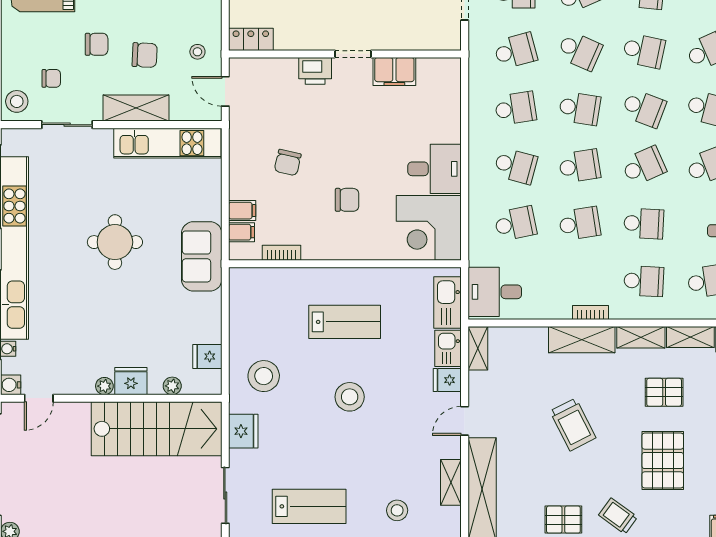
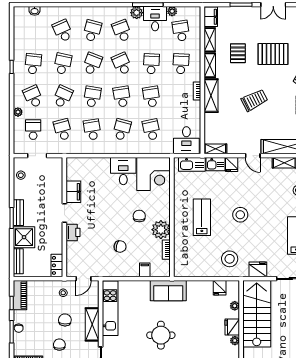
filing cabinet: (241, 232) -> (156, 270), removed
plant: (321, 242) -> (161, 230), added

